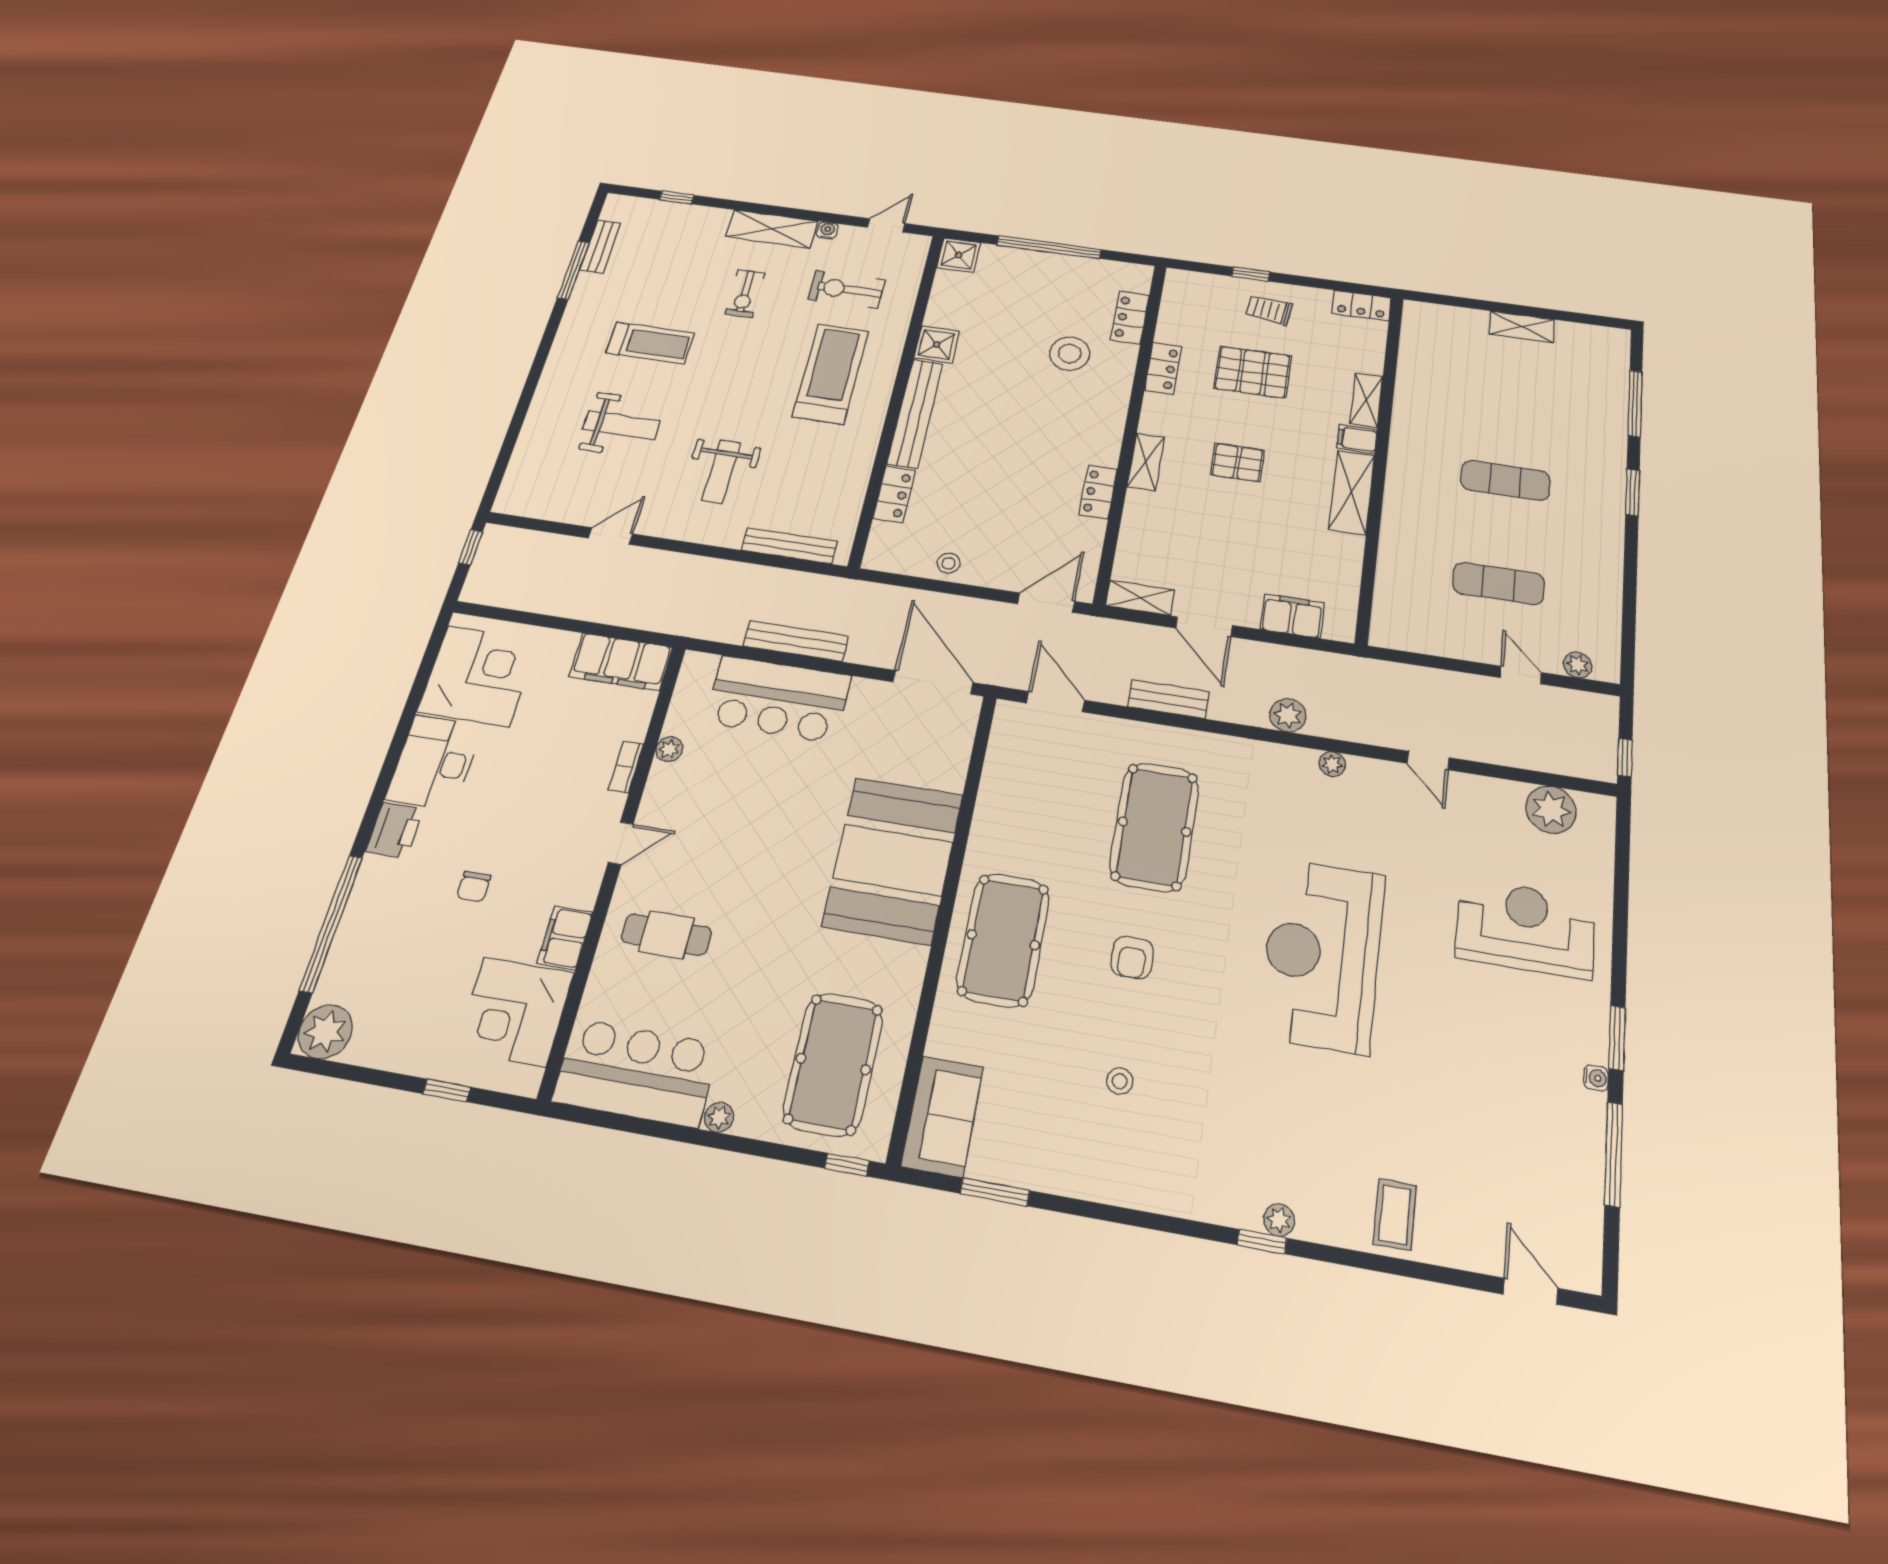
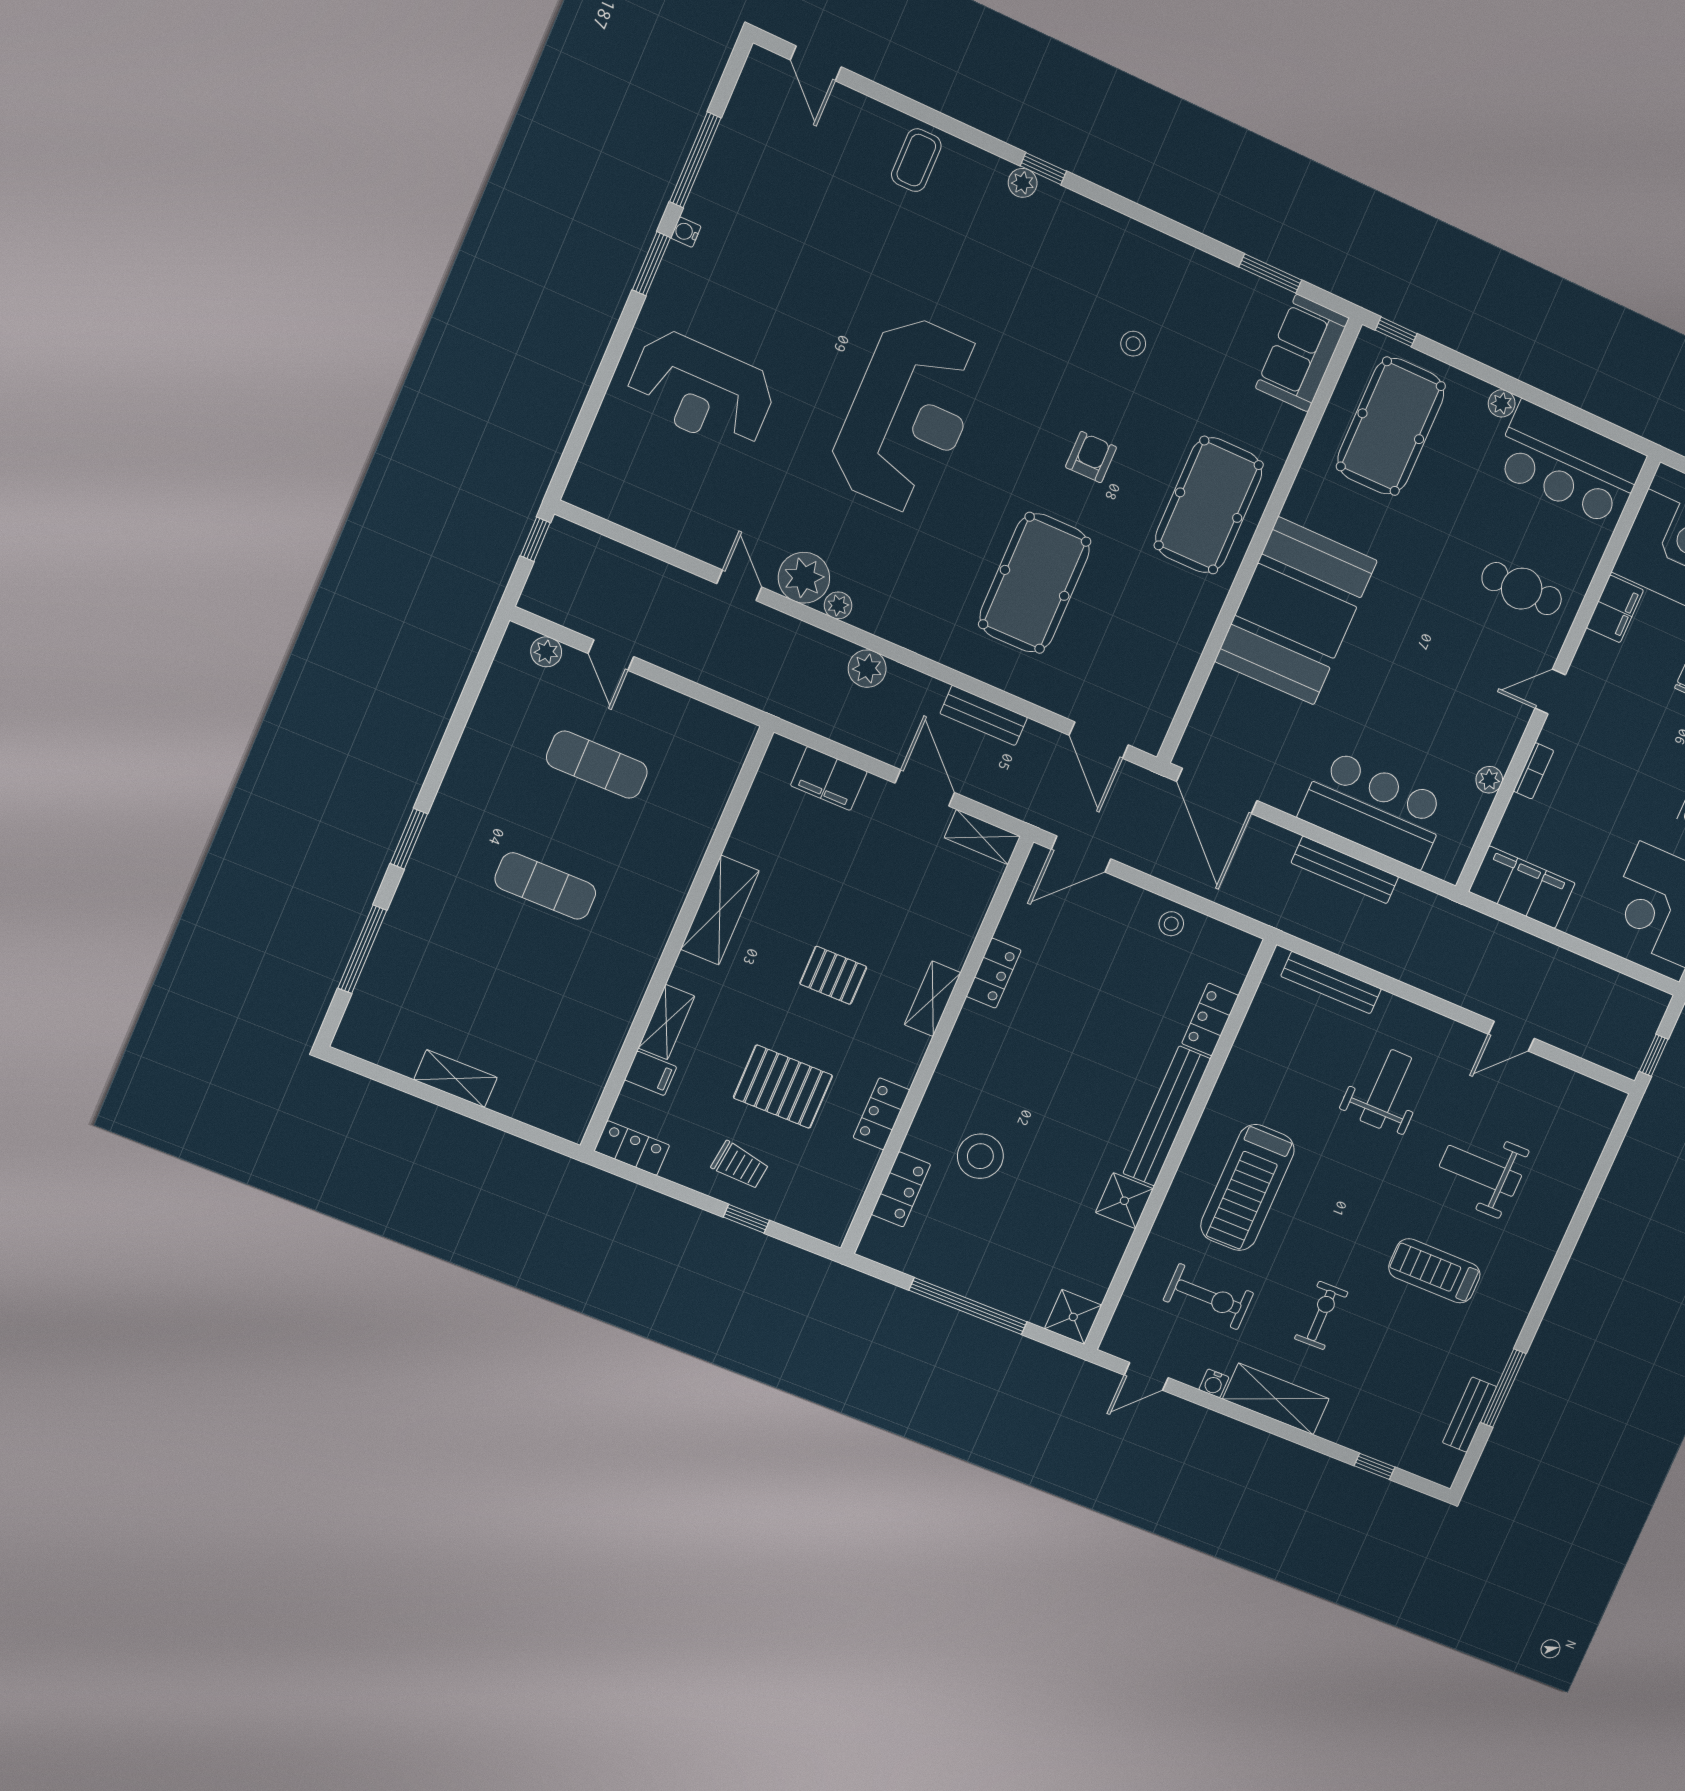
filing cabinet: (1357, 439) -> (651, 1073), moved
plant: (1551, 810) -> (804, 578), moved

